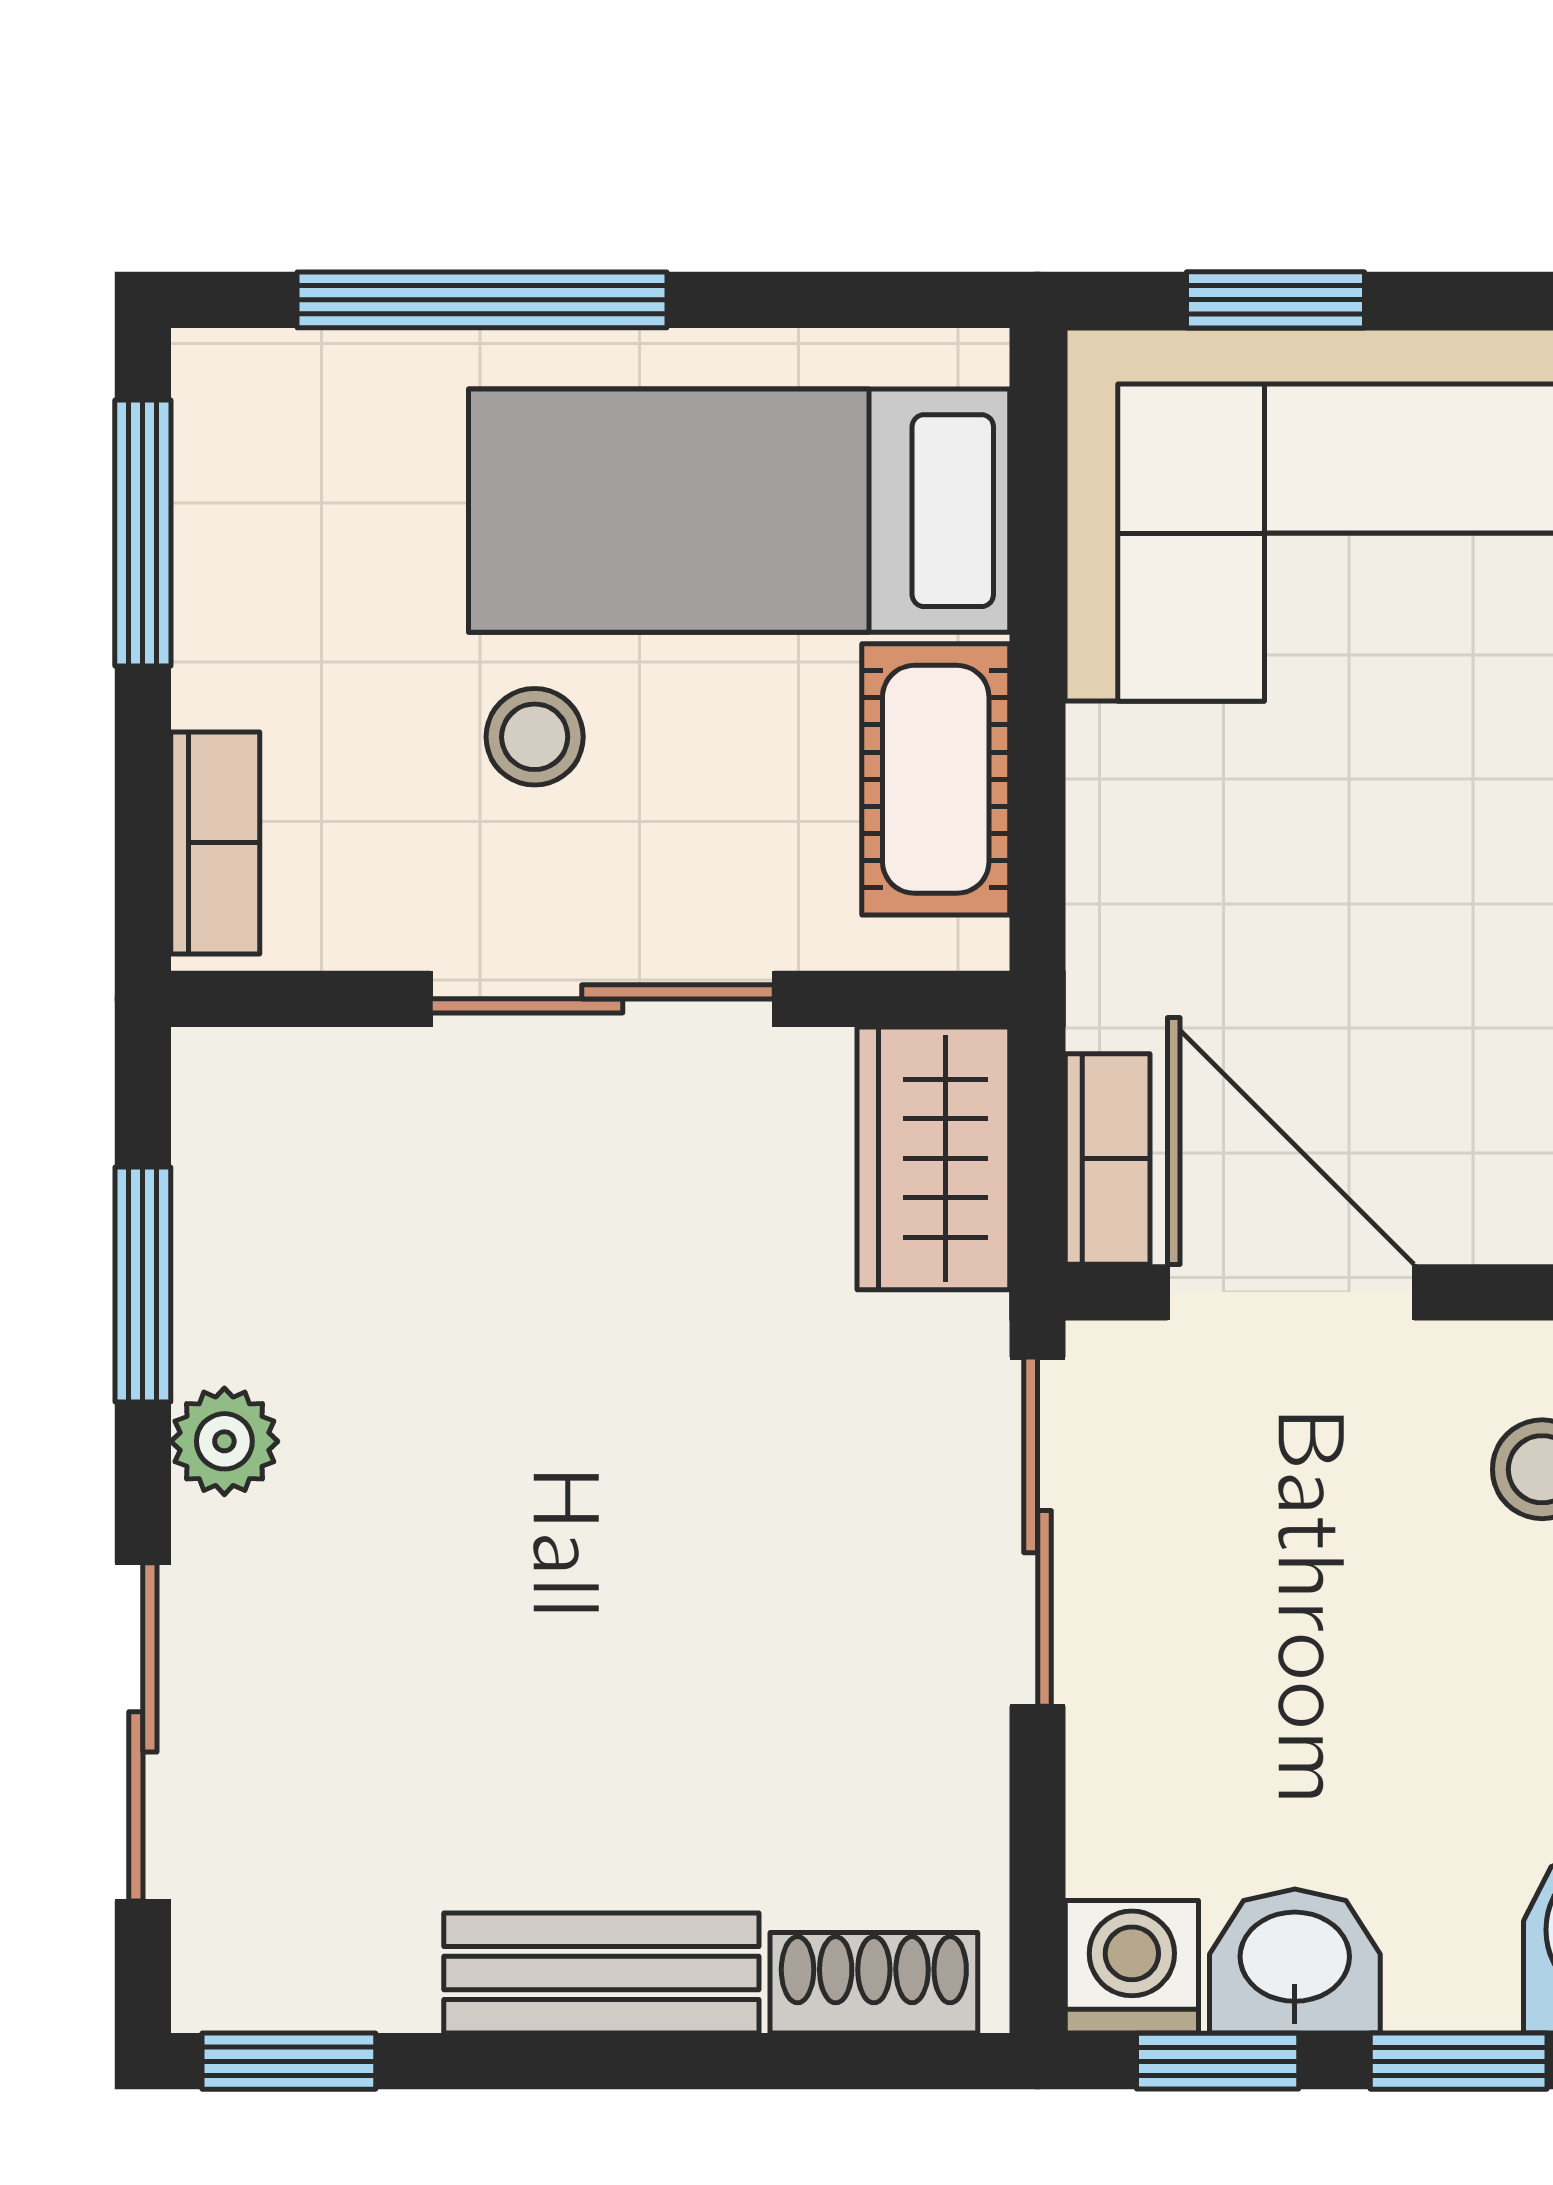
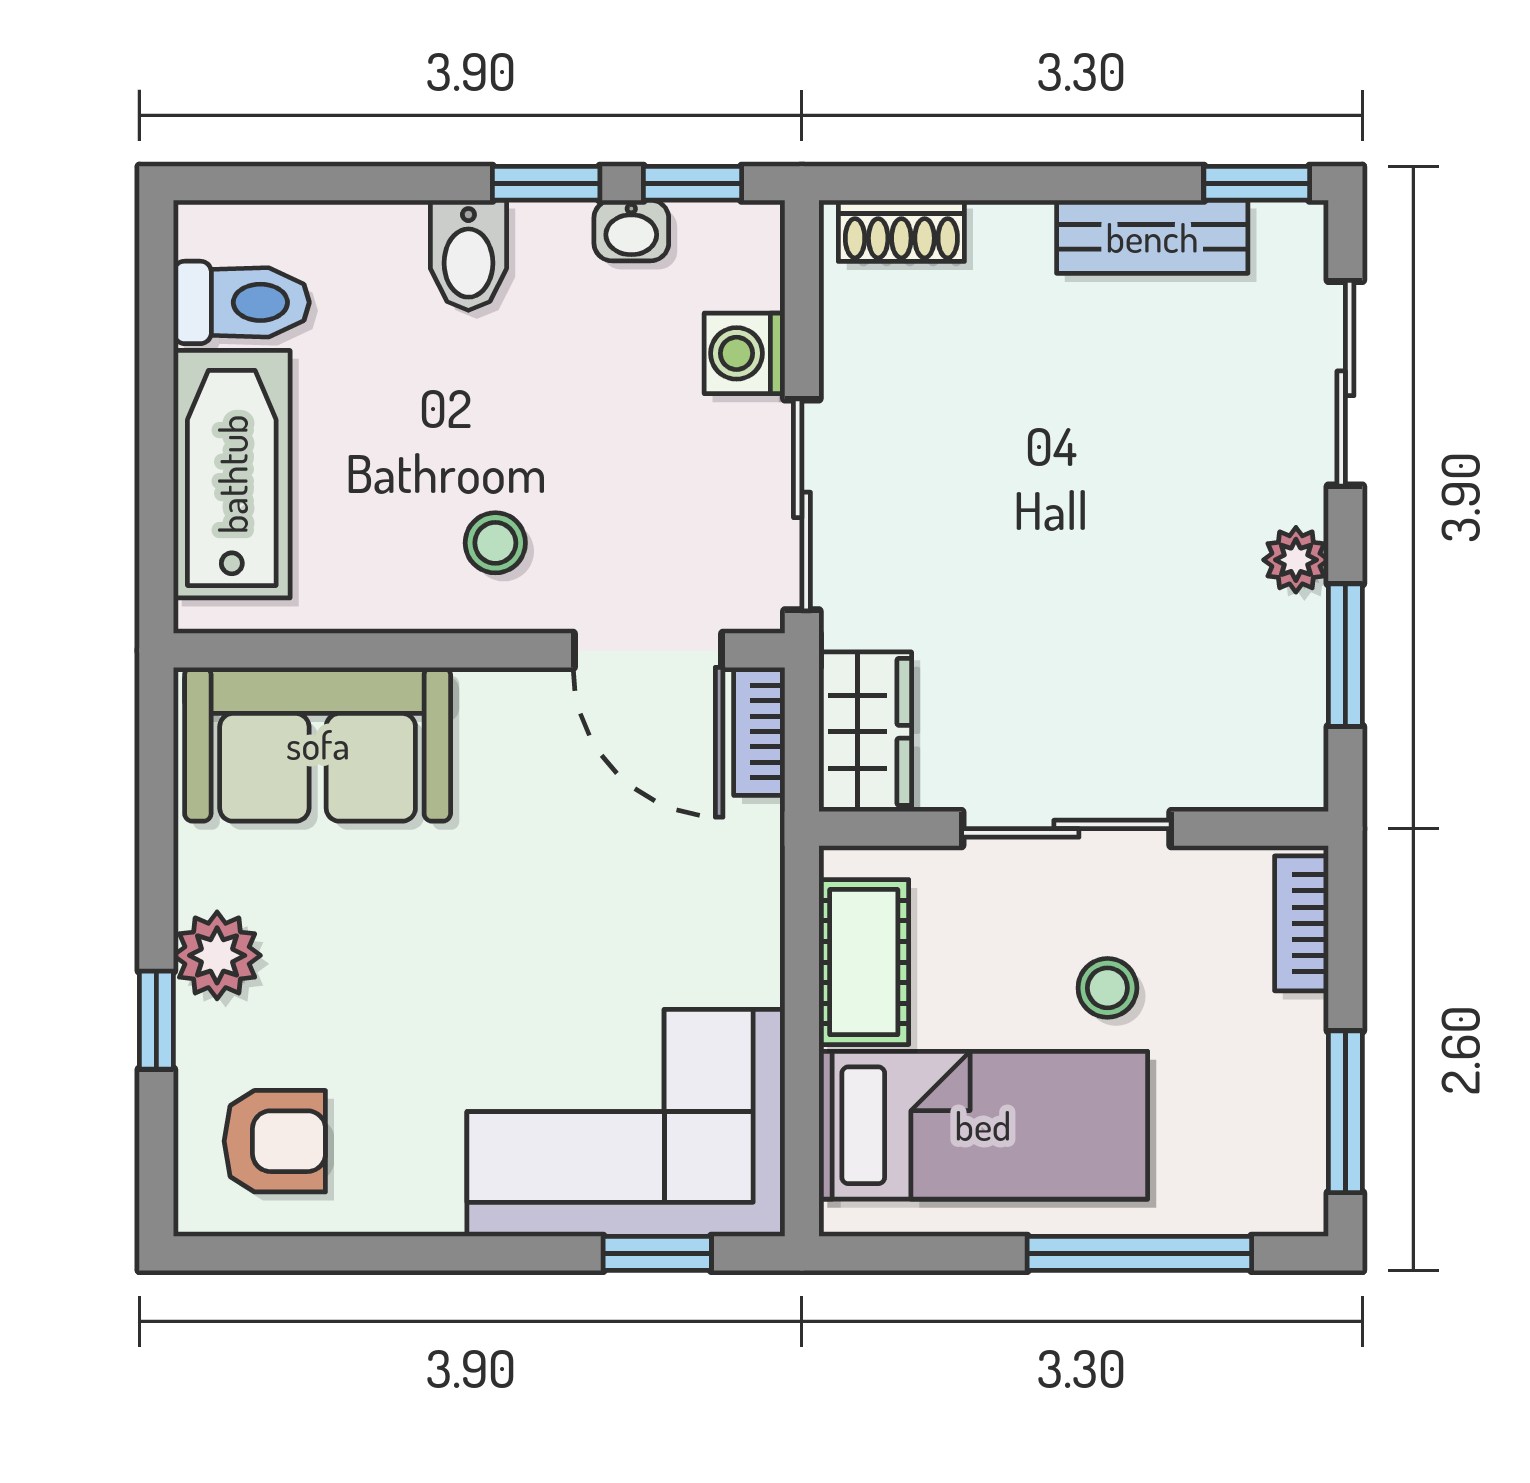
washbasin: (1295, 1961) -> (631, 231), width x0.72, depth x0.69
washing machine: (1132, 1967) -> (745, 353), moved, turned 90
bench: (601, 1973) -> (1152, 237), moved

